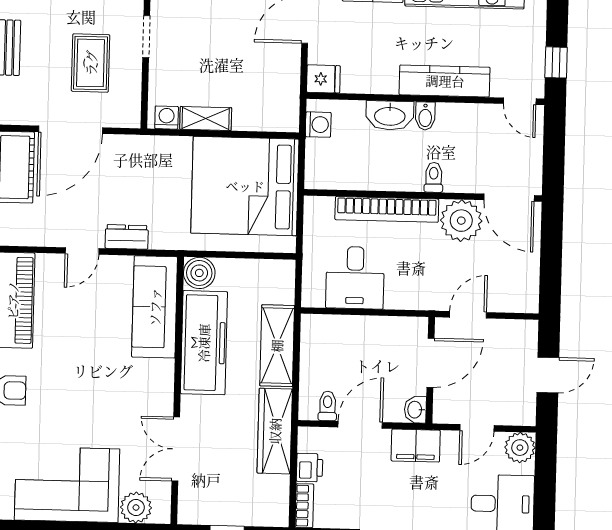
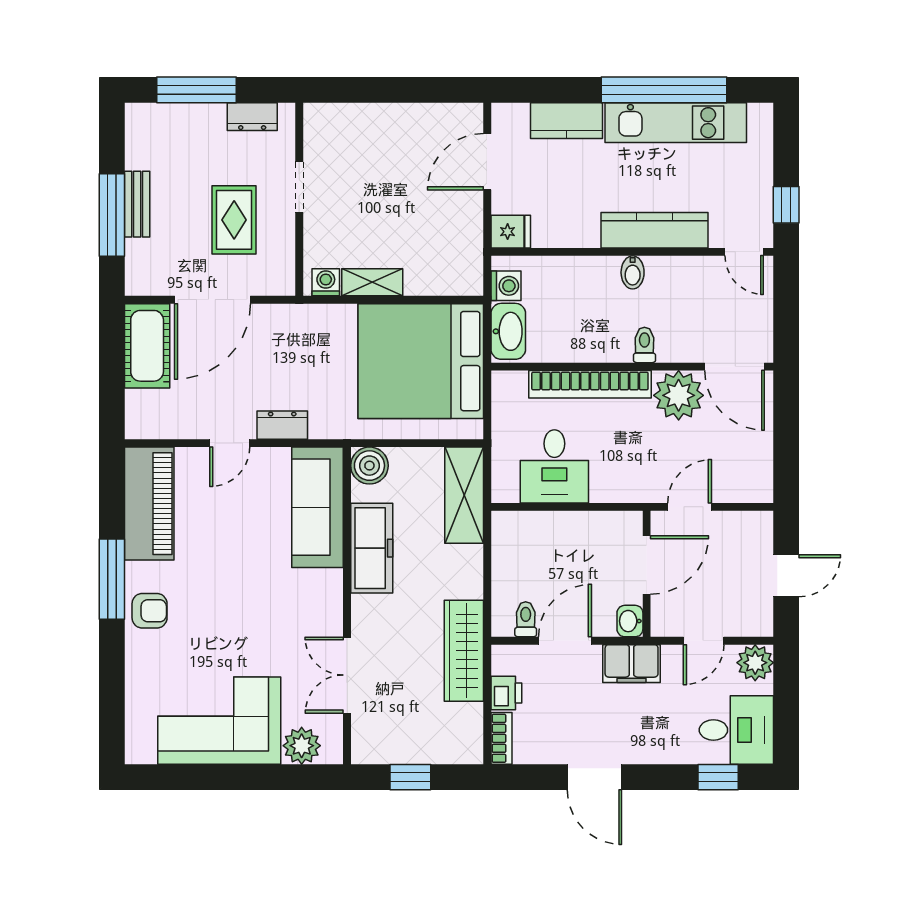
washbasin: (390, 115) -> (508, 331), moved, turned -90
freezer: (204, 343) -> (372, 548), width x0.73, depth x0.79
shelving: (277, 346) -> (464, 495), moved

